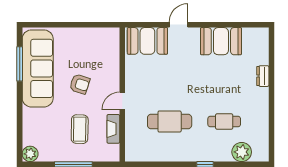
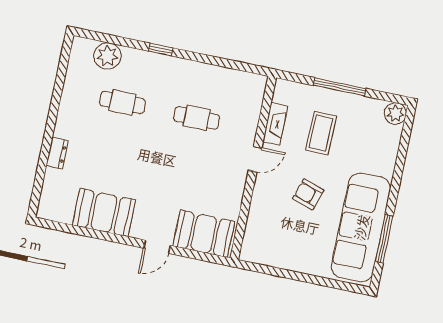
cafe table: (170, 122) -> (197, 118), width x0.73, depth x0.74

